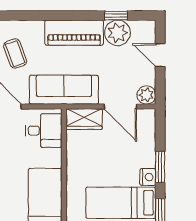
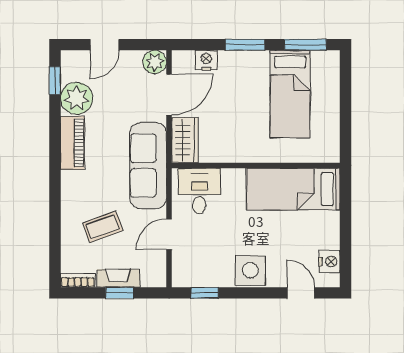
window: (116, 16) -> (55, 81), moved
piano: (74, 33) -> (72, 143), width x0.73, depth x0.75
nightstand: (148, 177) -> (206, 60), moved

